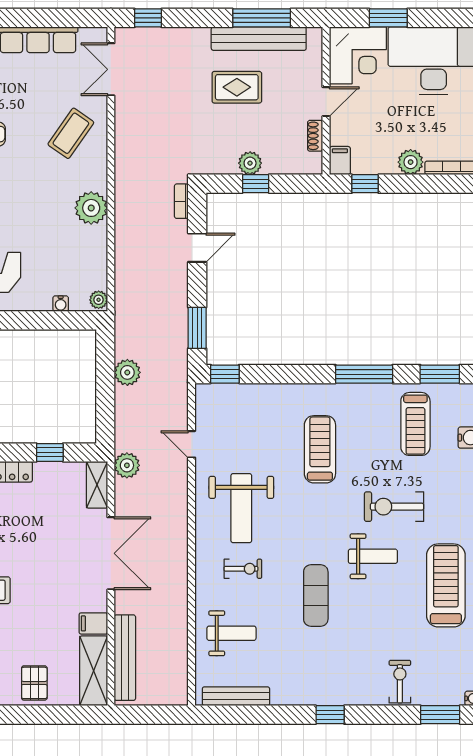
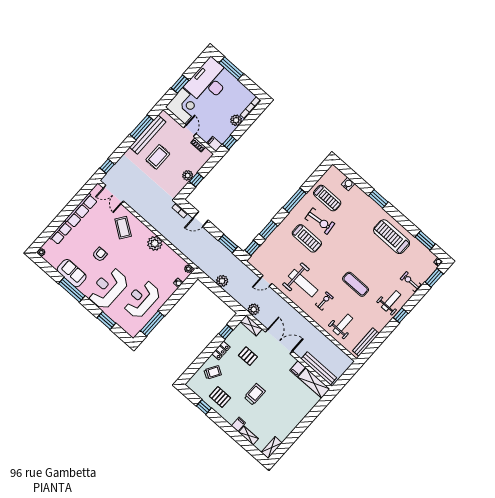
door: (197, 248) -> (201, 219), swing flipped
window: (440, 374) -> (268, 230), moved
treadmill: (320, 449) -> (307, 238), turned 180
exercise bike: (394, 507) -> (320, 221), moved, turned -96
weight bench: (373, 556) -> (391, 301), moved
pallet: (34, 683) -> (248, 356), moved

